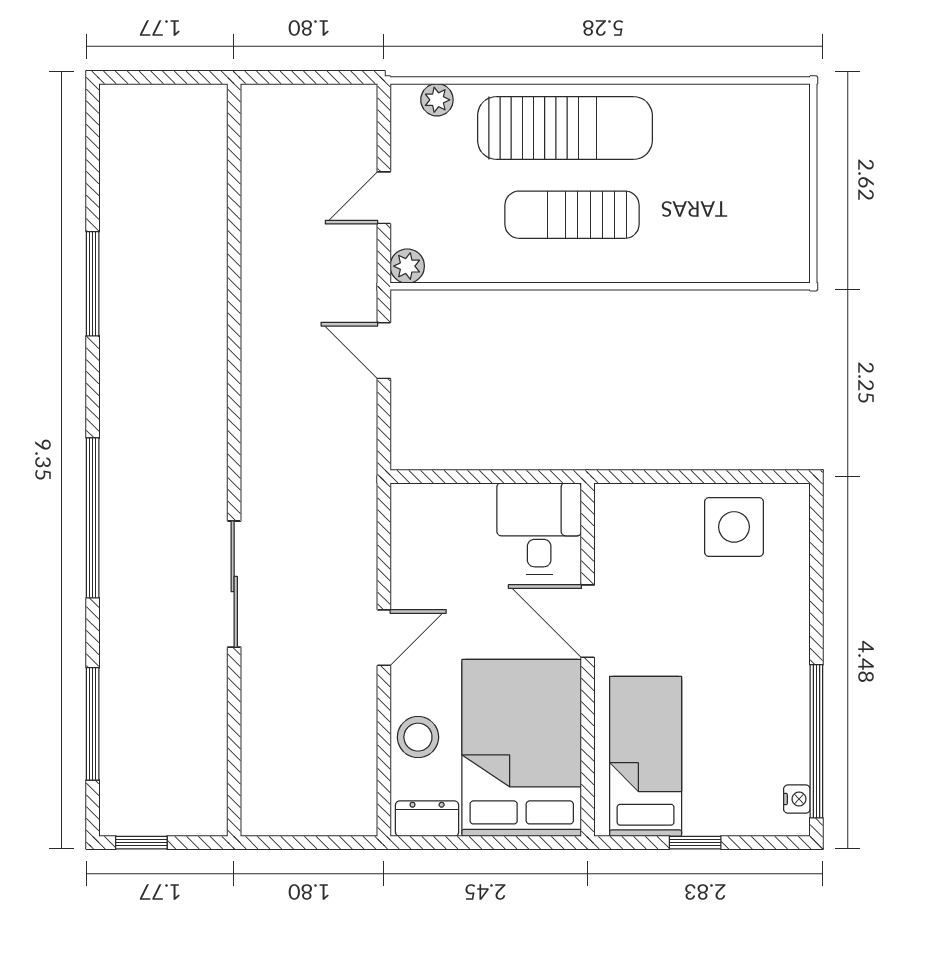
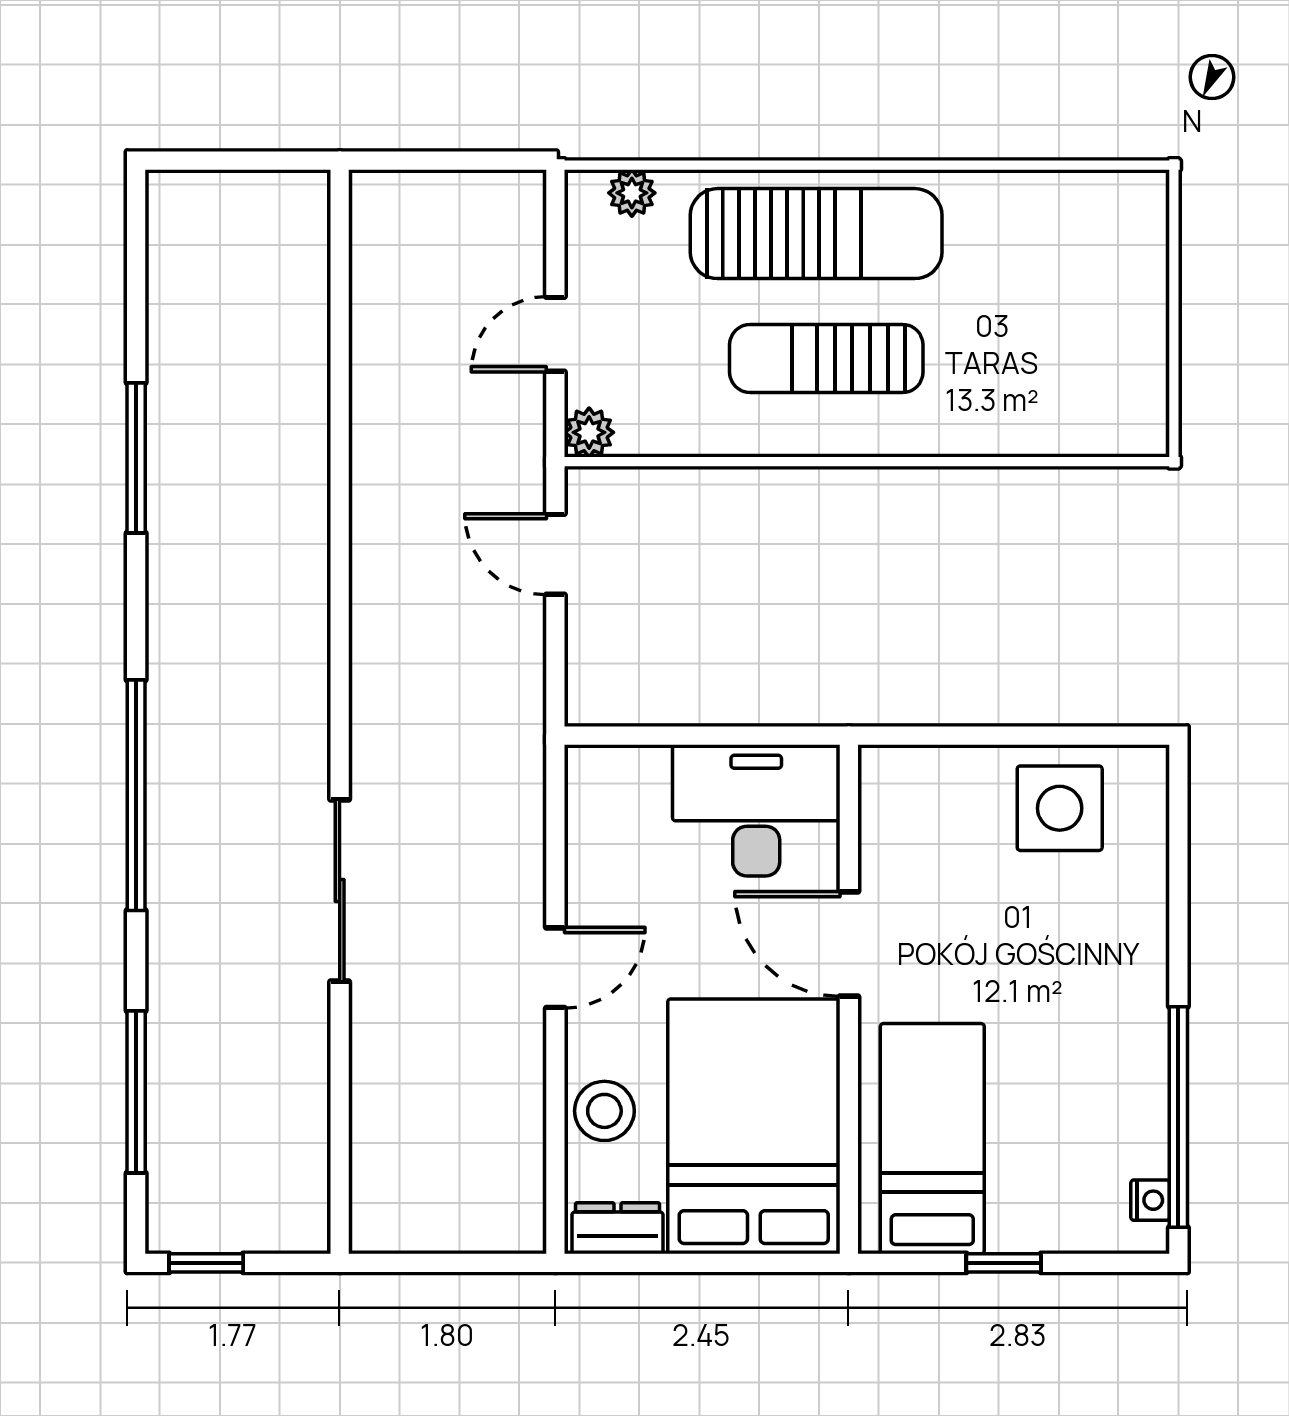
desk: (539, 528) -> (756, 810), width x1.37

